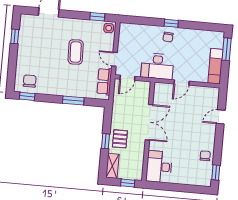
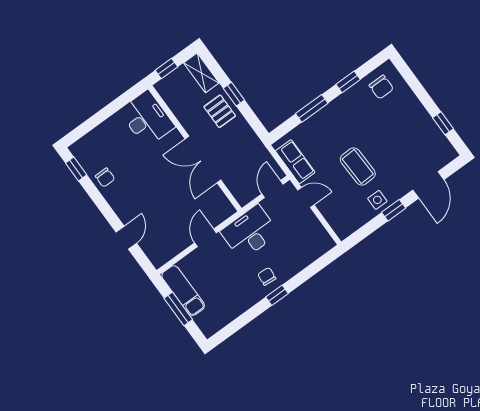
window: (97, 17) -> (394, 210), moved
side table: (109, 28) -> (377, 200), moved
window: (227, 49) -> (178, 309), moved
window: (27, 96) -> (348, 82), moved

